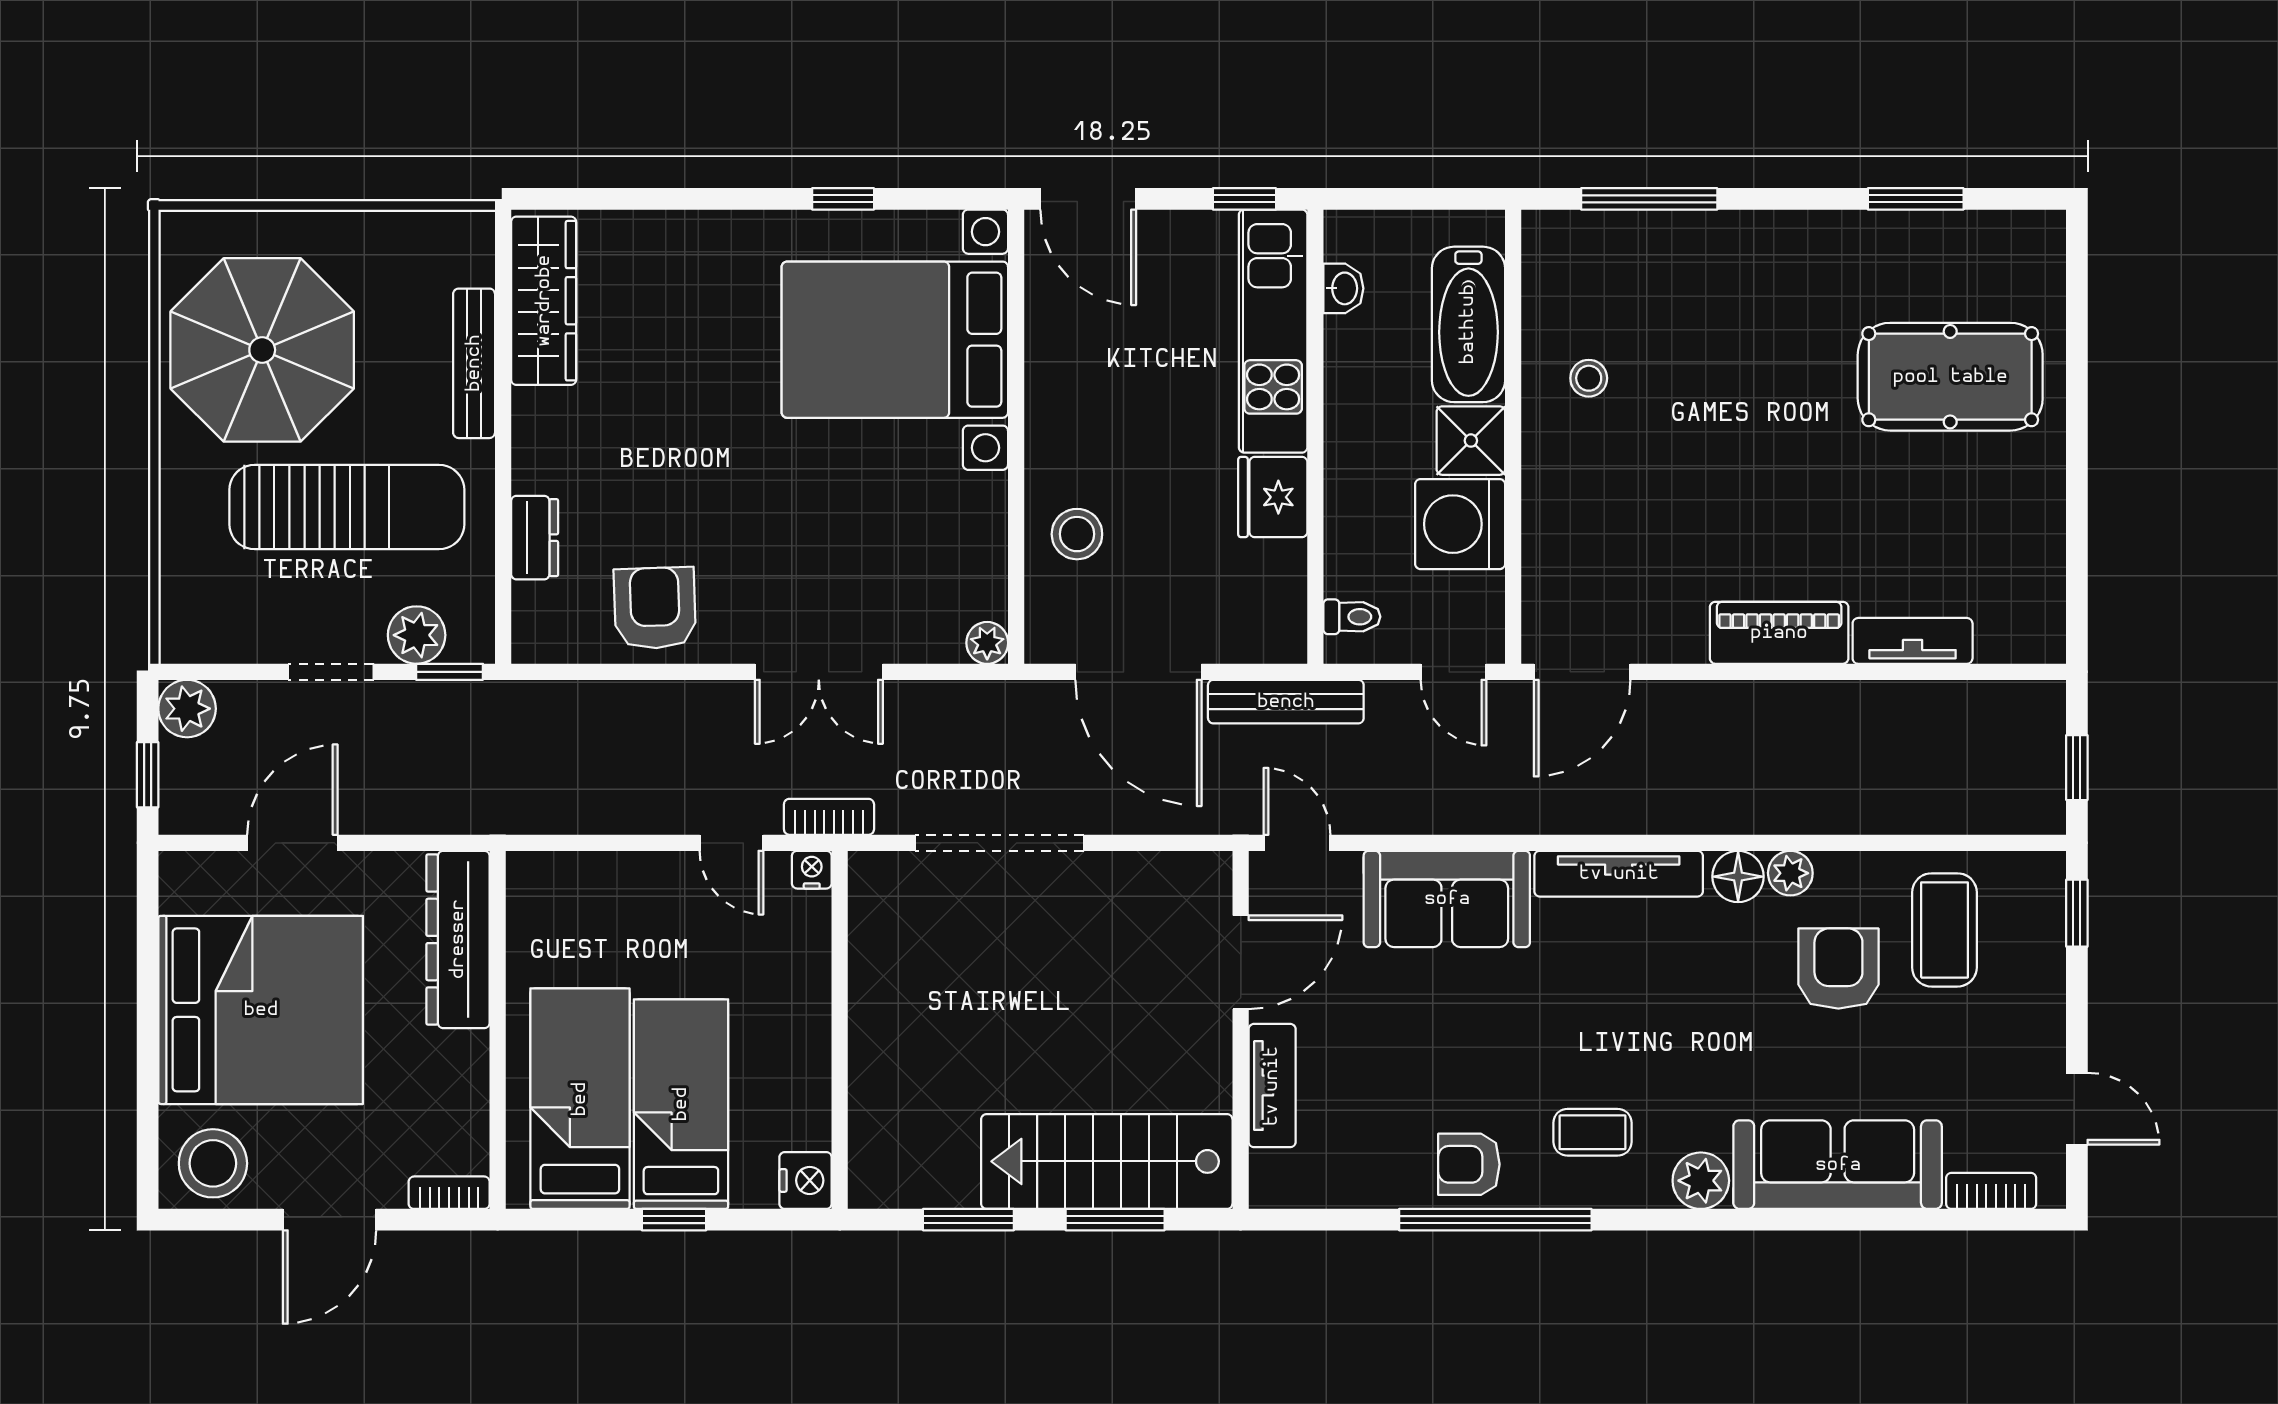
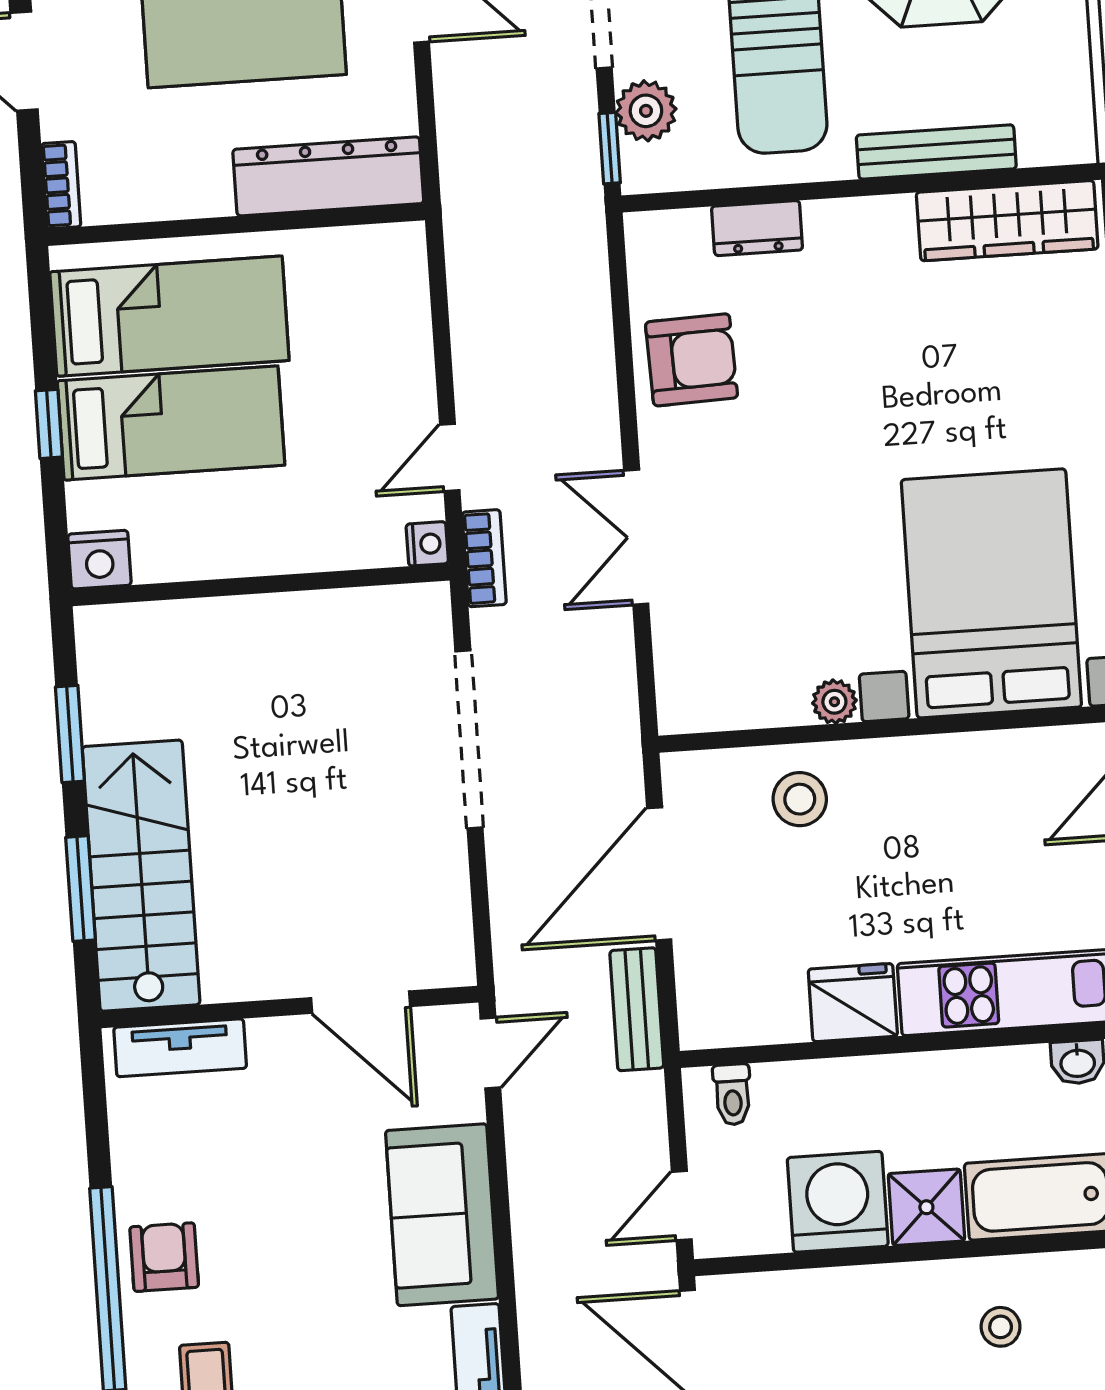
plant: (987, 643) -> (834, 702), moved
bench: (1286, 702) -> (637, 1009), width x0.73
tv unit: (1272, 1086) -> (180, 1048), moved

